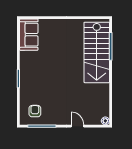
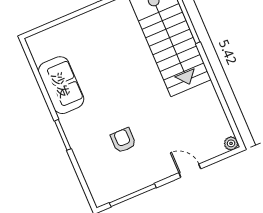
sofa: (29, 35) -> (61, 85), moved
armchair: (35, 111) -> (123, 140), moved

